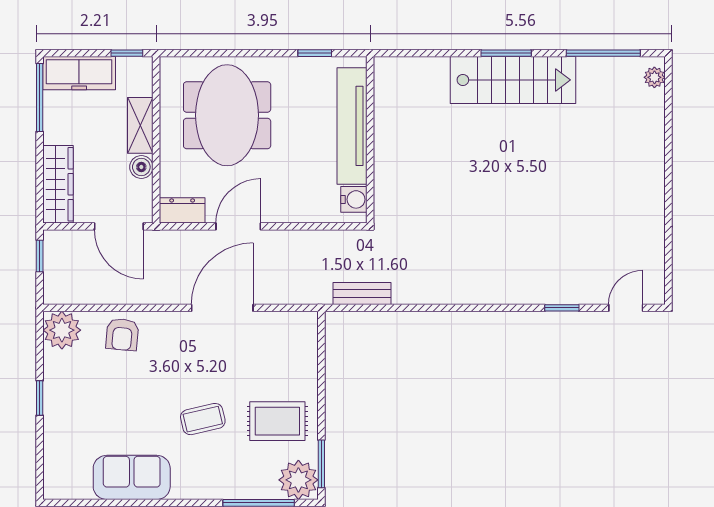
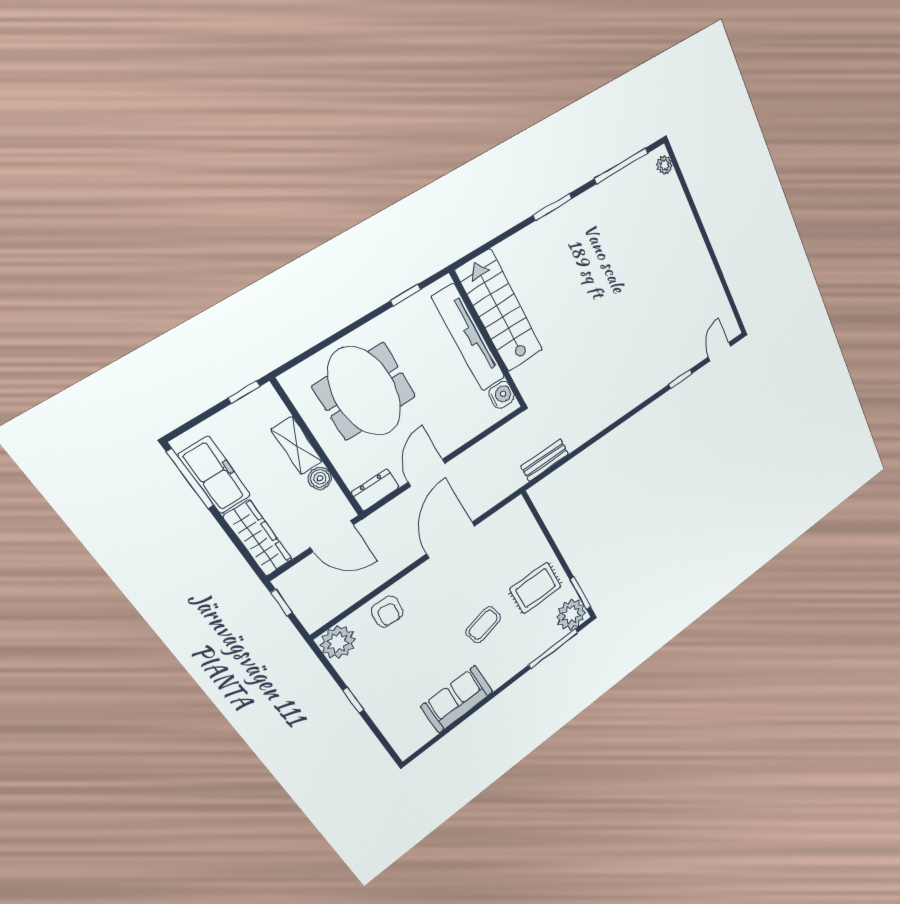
freezer: (79, 73) -> (215, 475), moved, turned -90
stairs: (513, 80) -> (500, 311), moved, turned -90

